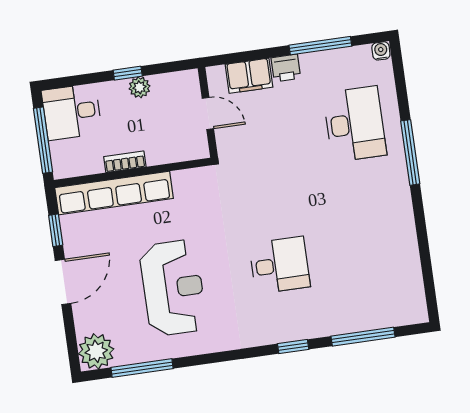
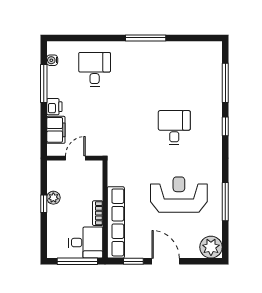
water cooler: (381, 51) -> (52, 60), moved
desk: (72, 112) -> (86, 243), moved, turned -90
desk: (355, 124) -> (95, 69), width x0.73
window: (410, 152) -> (146, 38), moved
window: (142, 368) -> (225, 202), moved

